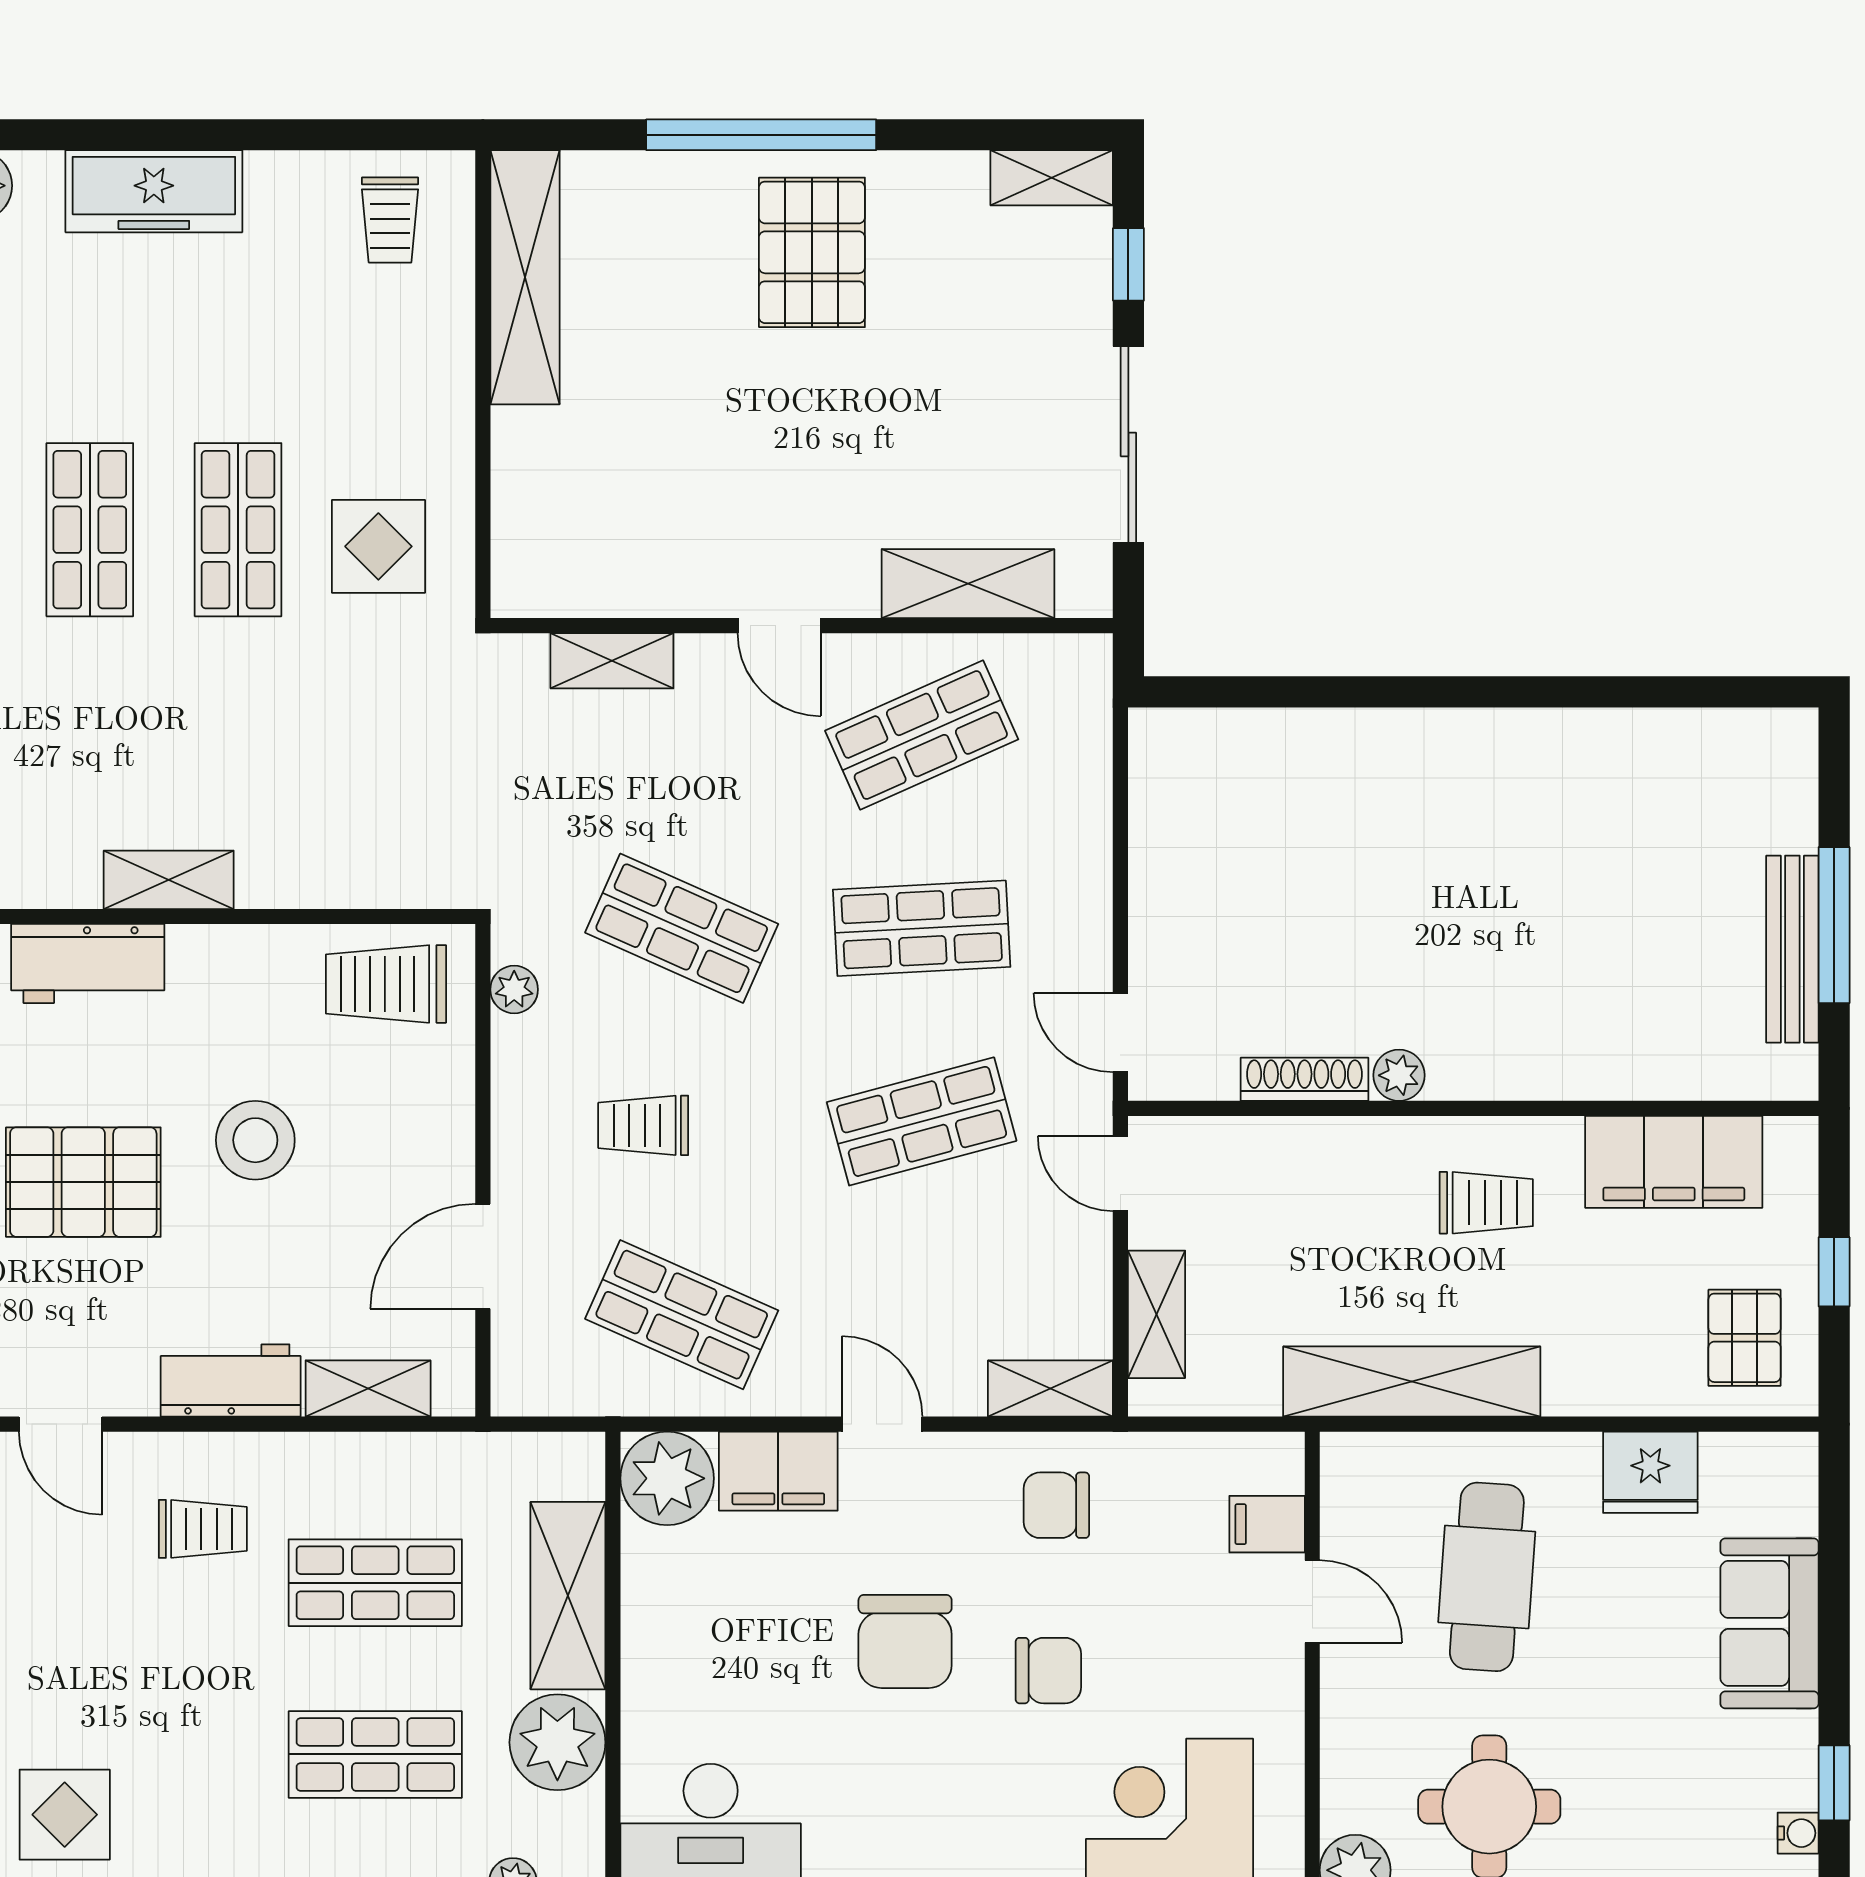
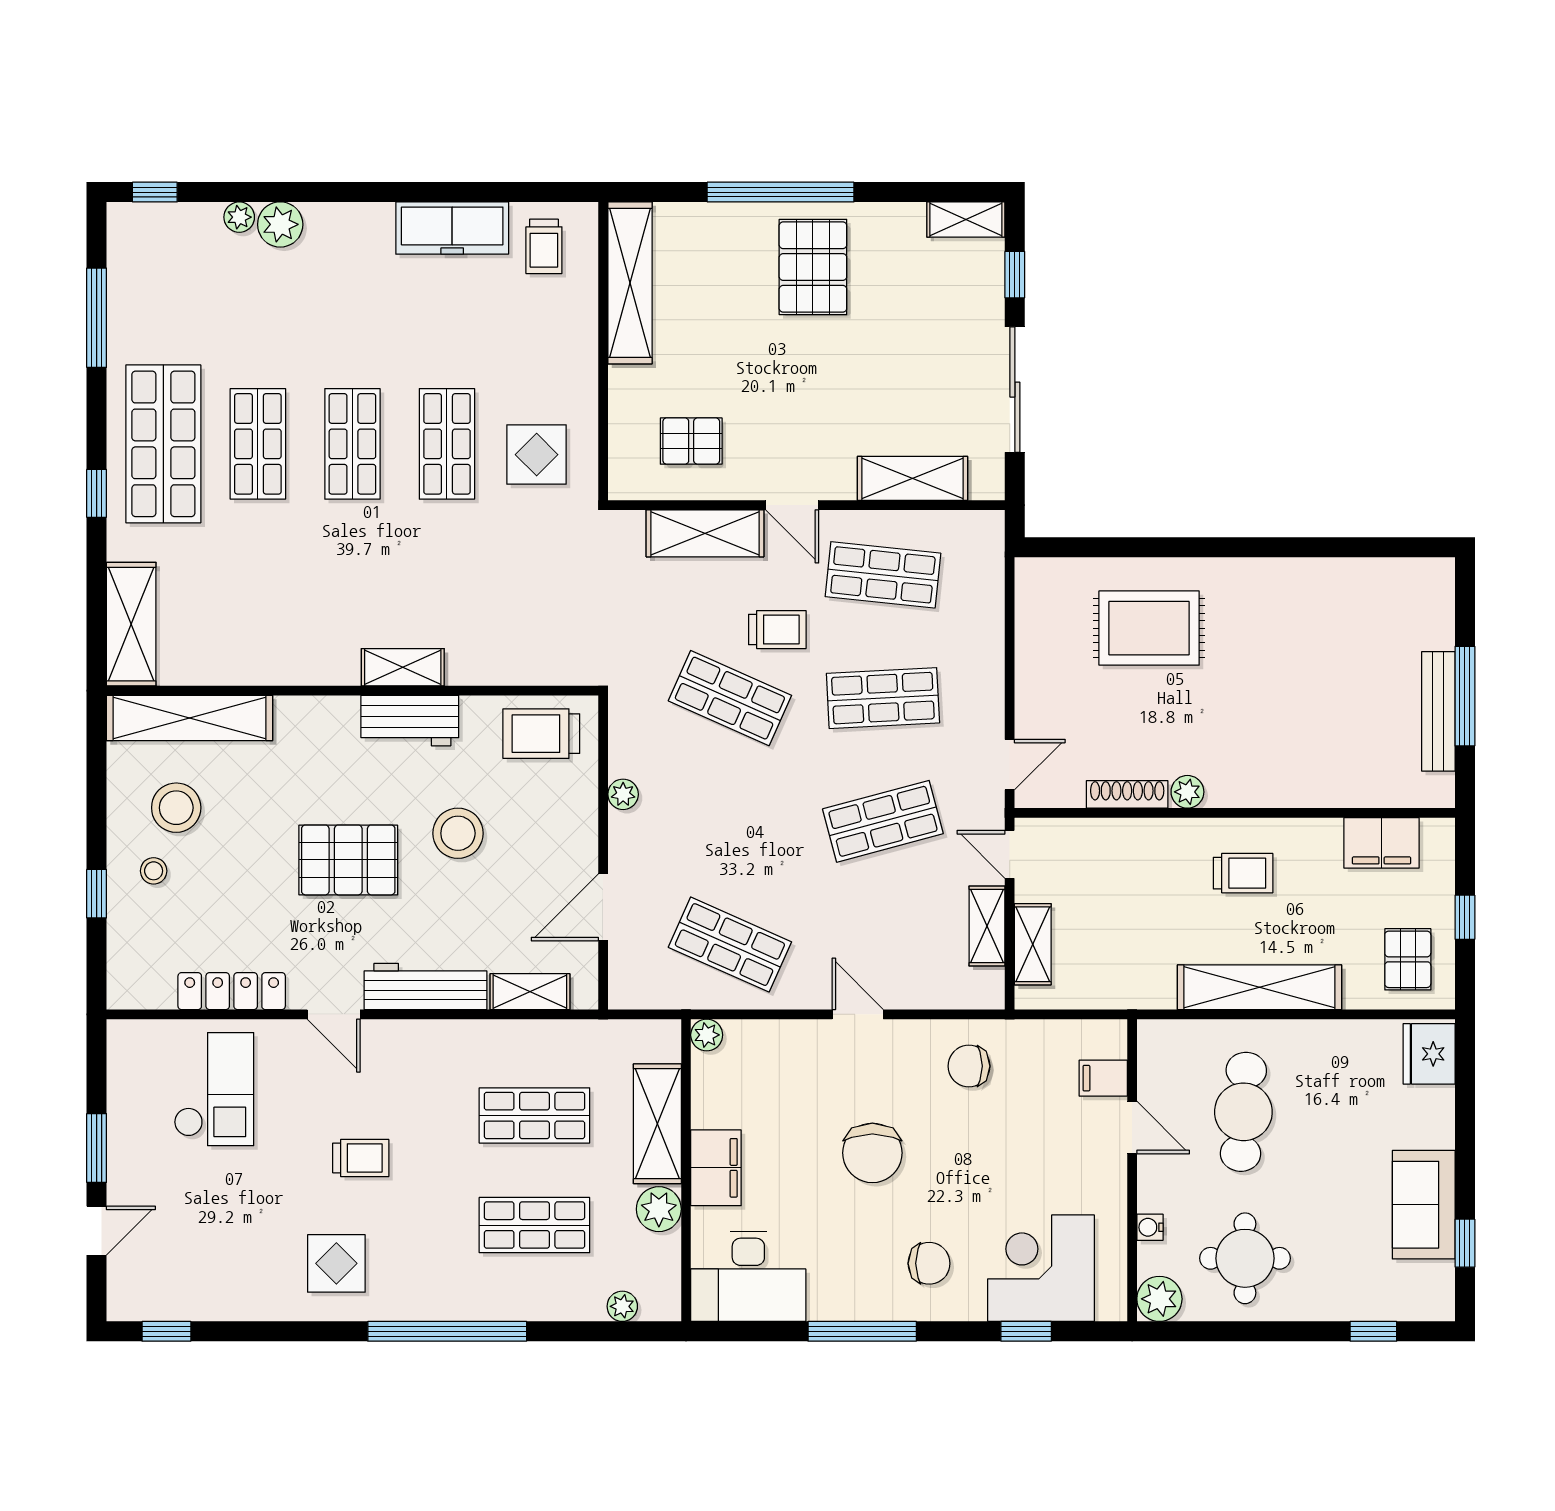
freezer: (154, 191) -> (452, 228), moved
pallet: (621, 525) -> (691, 441), added
shelving: (612, 661) -> (705, 533), width x1.50, depth x1.33
shop shelf: (922, 735) -> (883, 575), turned 30
rug: (1339, 819) -> (1149, 628), added
workbench: (88, 964) -> (410, 721), moved
plant: (514, 990) -> (623, 794), moved
door: (1120, 1032) -> (1010, 765), swing flipped
trolley: (643, 1125) -> (777, 630), moved, turned 180
filing cabinet: (1674, 1162) -> (1382, 843), width x0.67, depth x0.86
workbench: (231, 1381) -> (425, 987), width x1.38
shelving: (1412, 1382) -> (1259, 987), moved
shelving: (1050, 1388) -> (987, 926), moved, turned 90
filing cabinet: (778, 1471) -> (716, 1168), moved, turned -90
fridge: (1650, 1472) -> (1429, 1054), moved, turned 90
plant: (667, 1478) -> (707, 1035), width x0.53, depth x0.53
trolley: (203, 1529) -> (361, 1158), moved
sofa: (1769, 1623) -> (1424, 1205), moved
chair: (1048, 1671) -> (929, 1263), moved
plant: (557, 1742) -> (659, 1209), width x0.73, depth x0.73
water cooler: (1798, 1833) -> (1150, 1227), moved, turned 180

